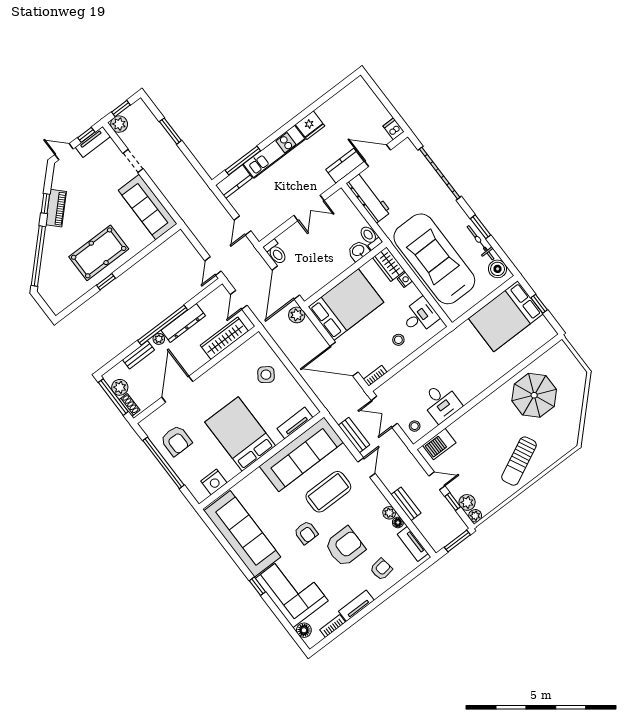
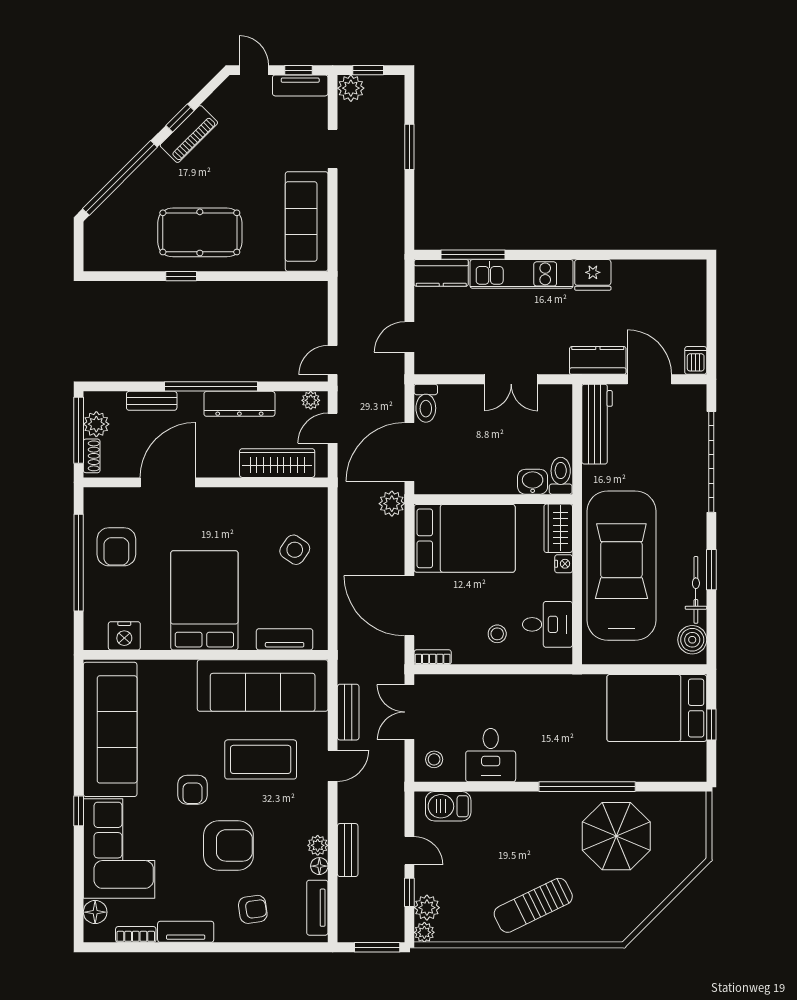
plant: (159, 339) -> (311, 400), moved
window: (501, 382) -> (587, 787), added

